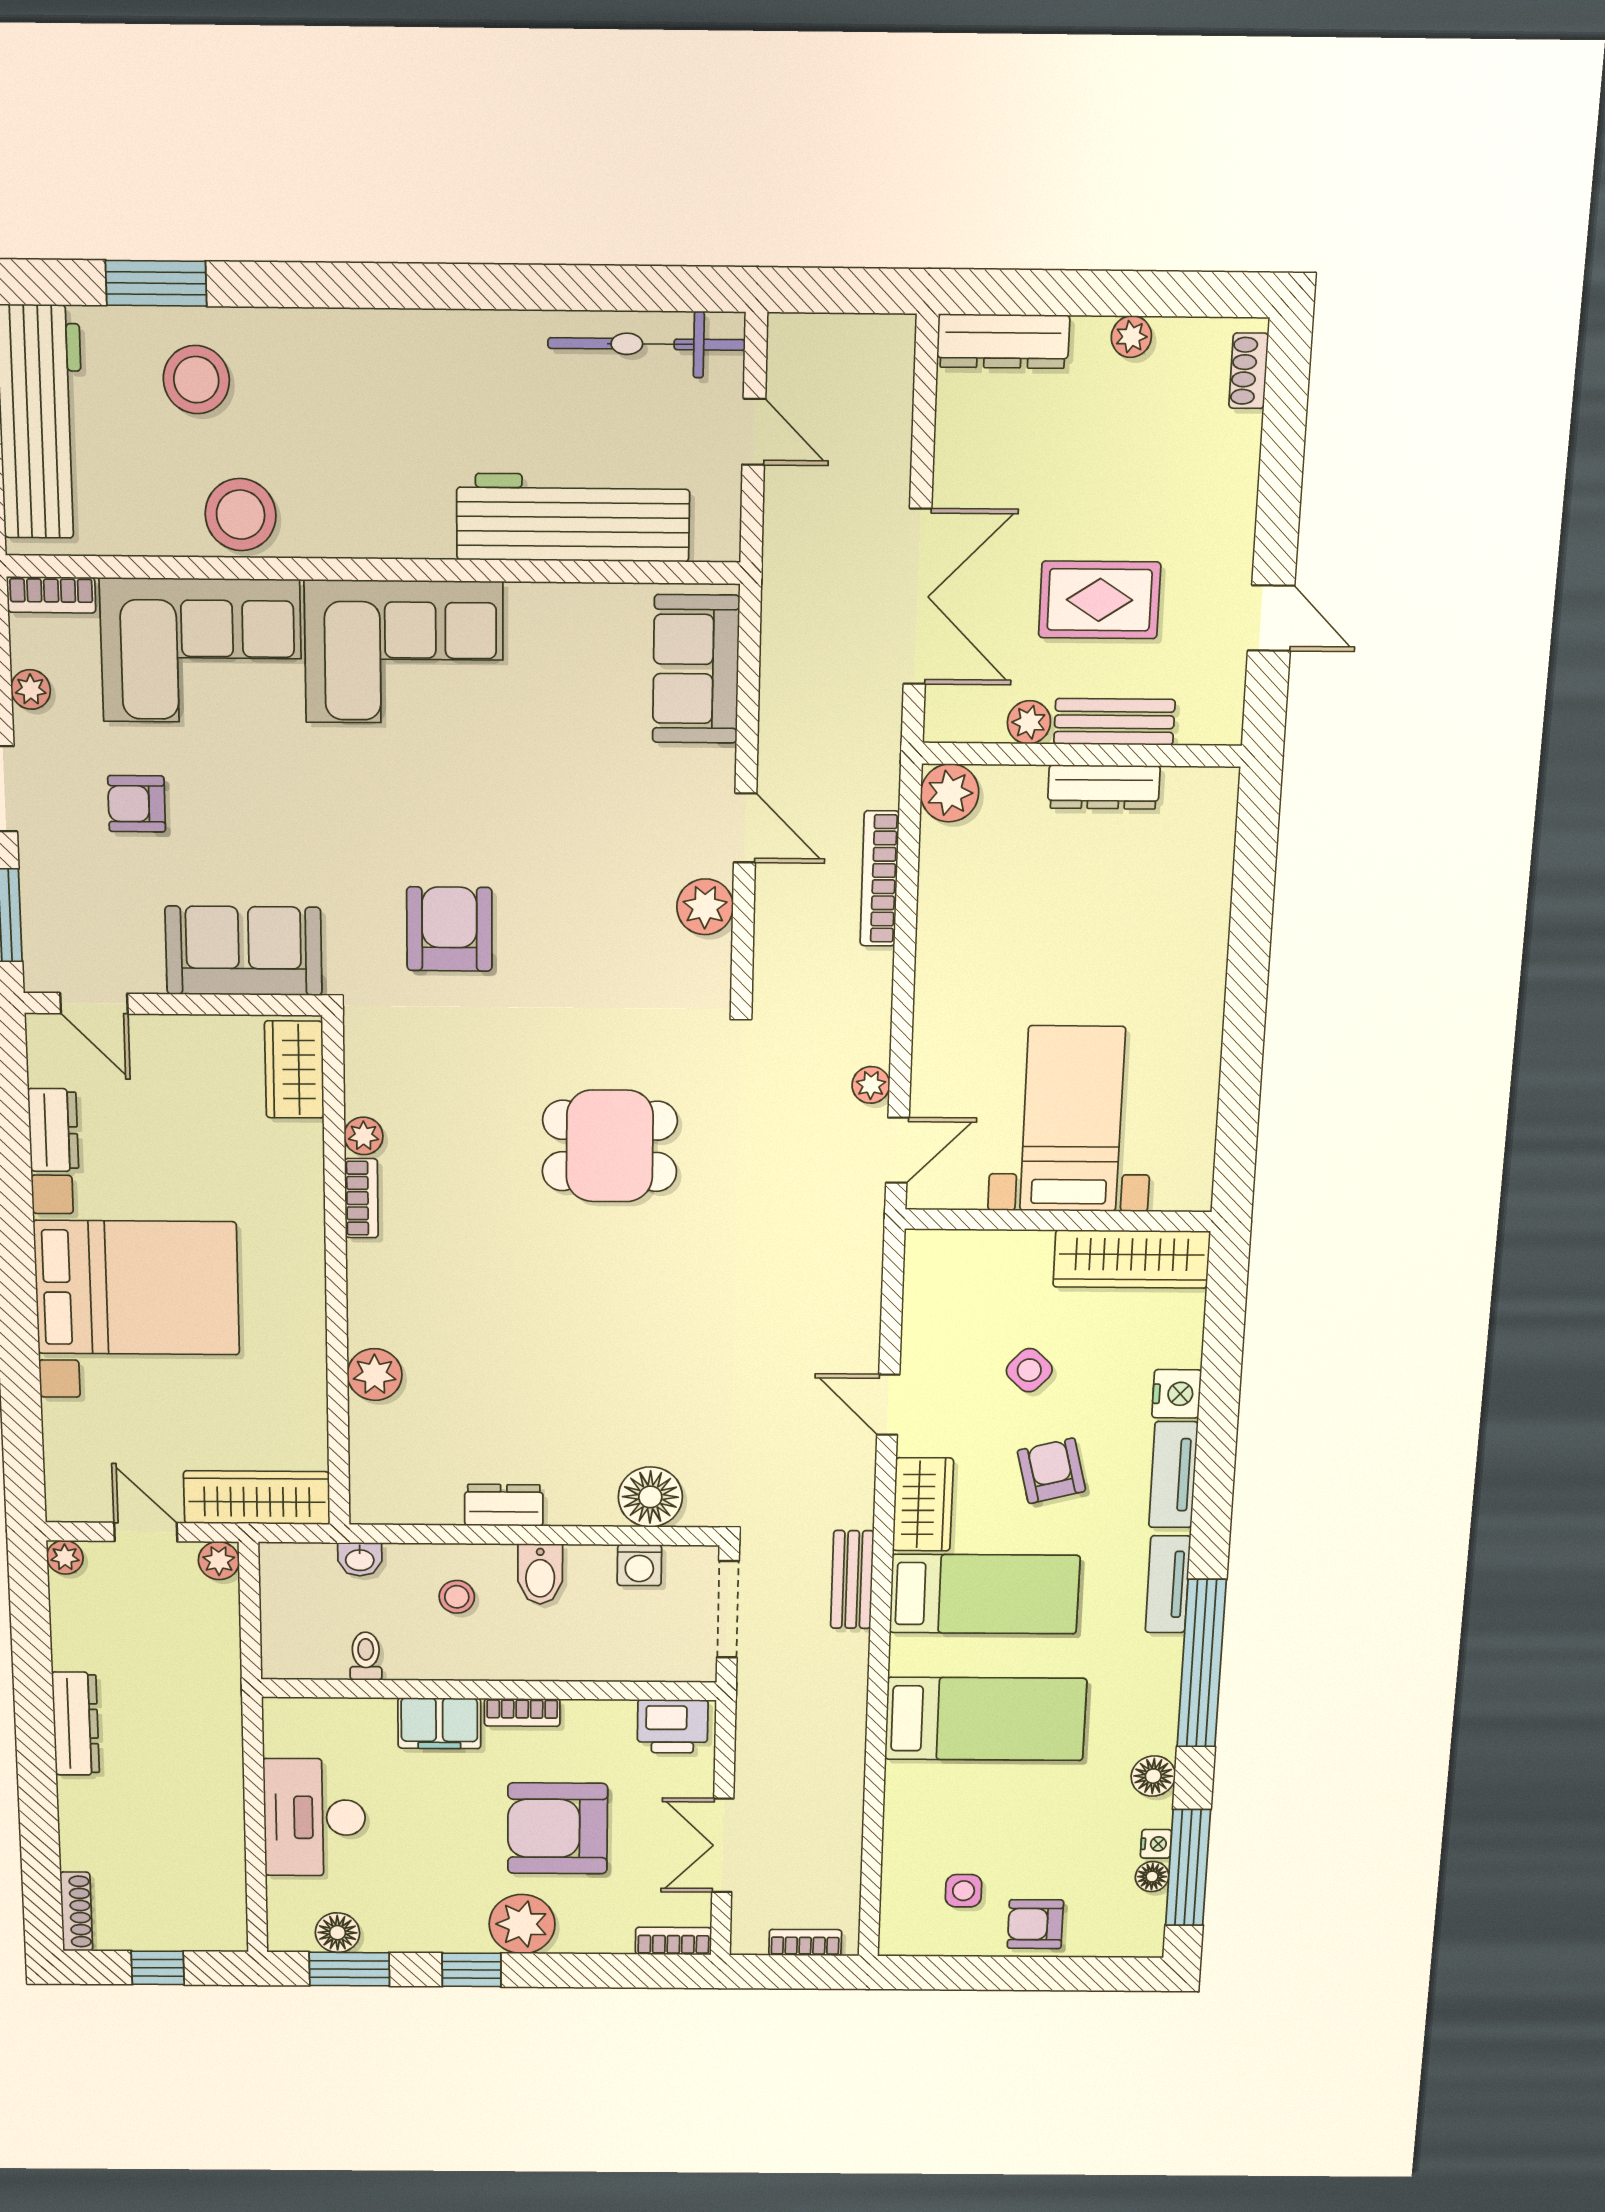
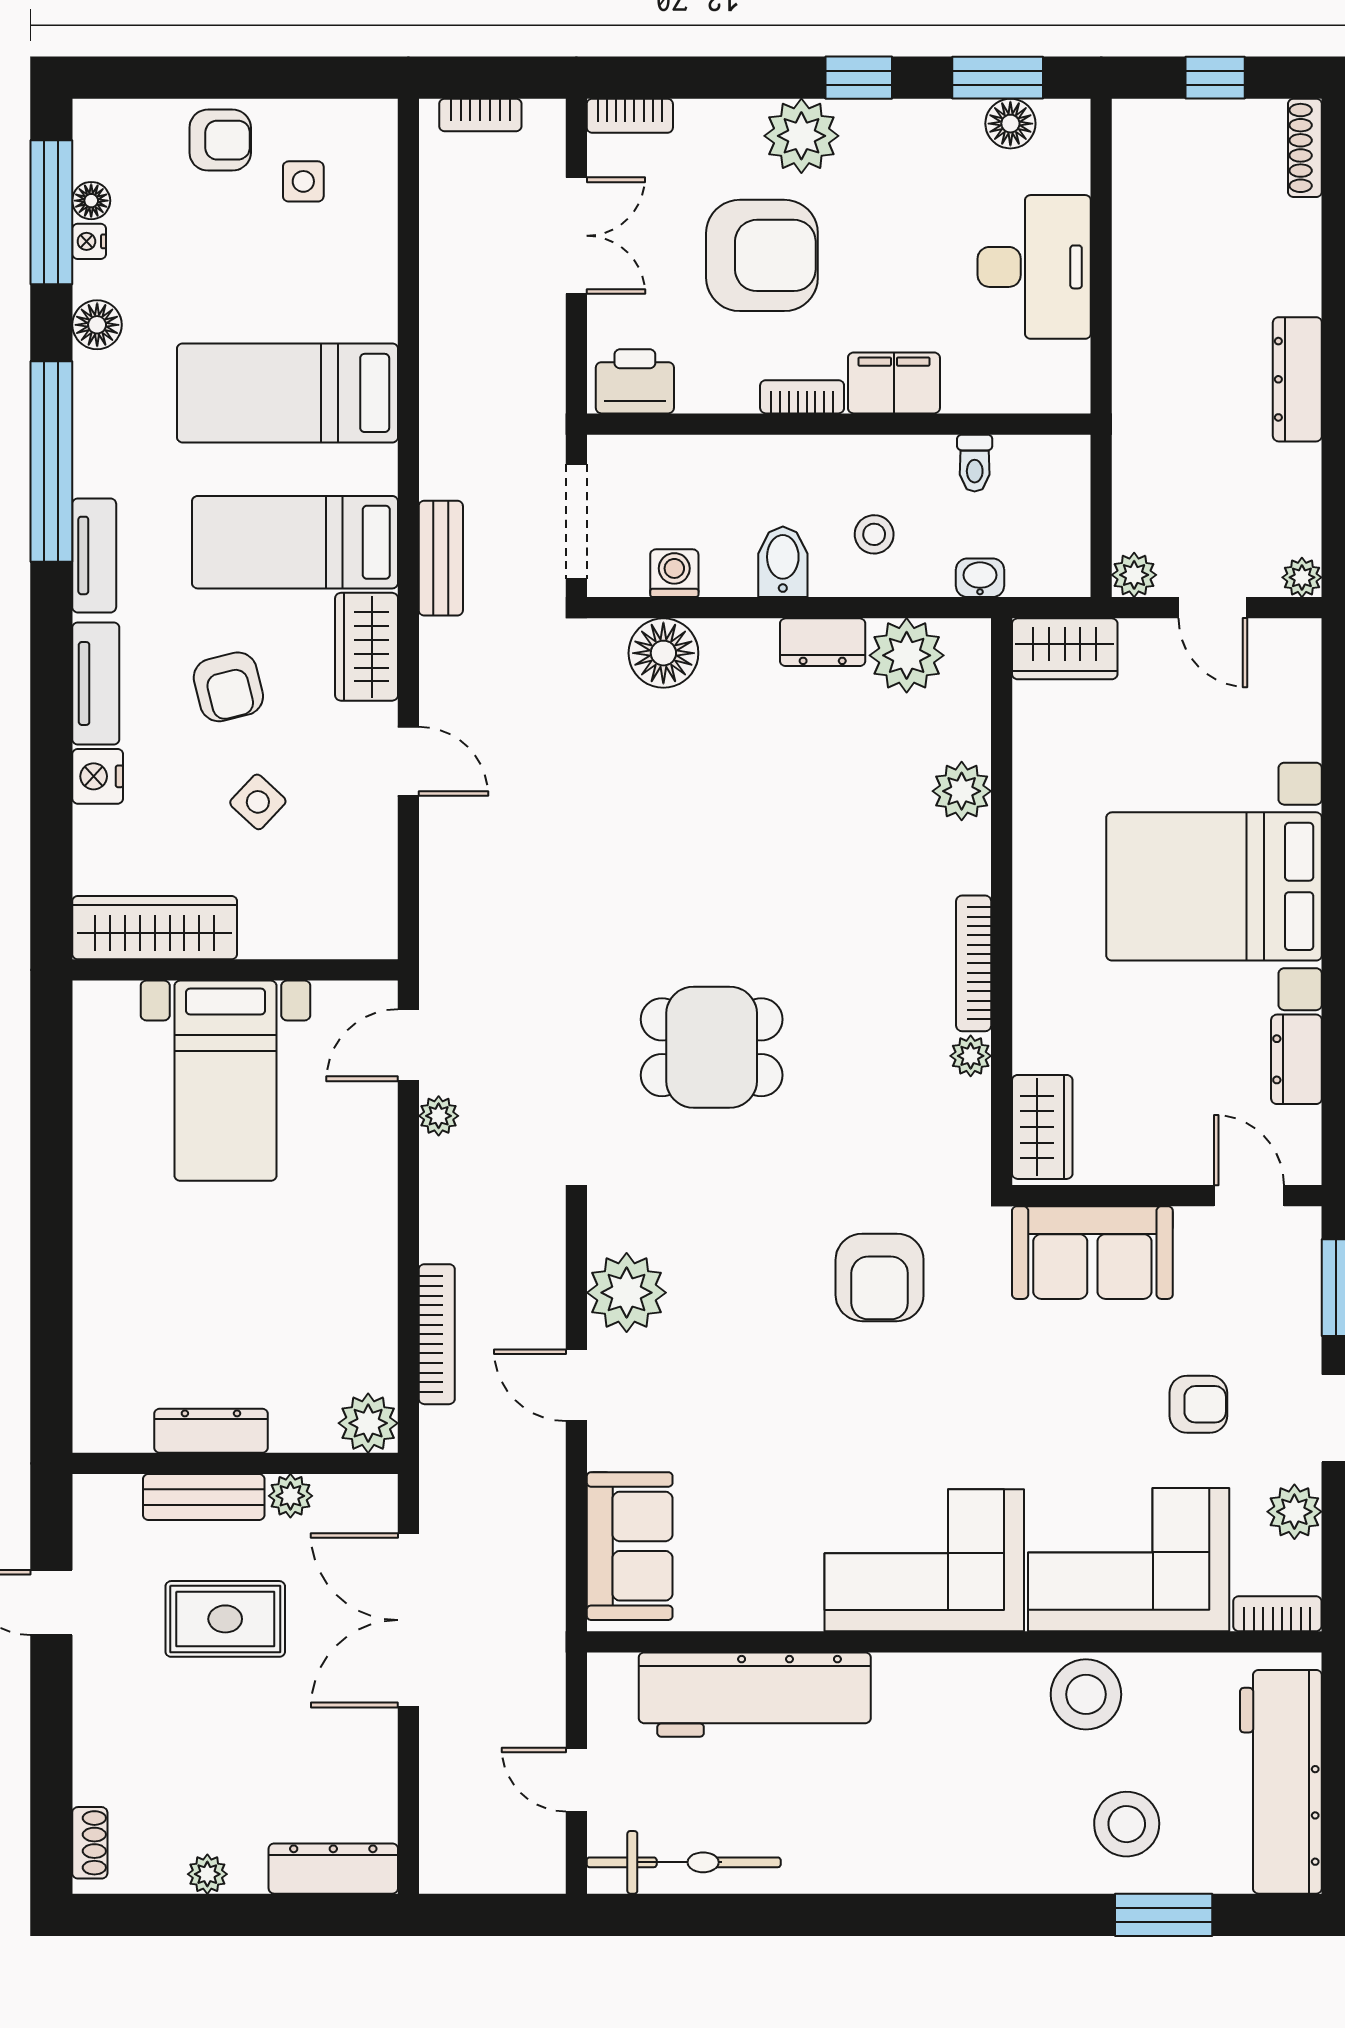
plant: (31, 689) -> (1294, 1512), width x1.38, depth x1.38
plant: (705, 907) -> (627, 1293), width x1.36, depth x1.36
bookcase: (361, 1198) -> (974, 963), width x1.56
plant: (427, 1493) -> (907, 655), added
wardrobe: (257, 1498) -> (1065, 649), width x0.67

